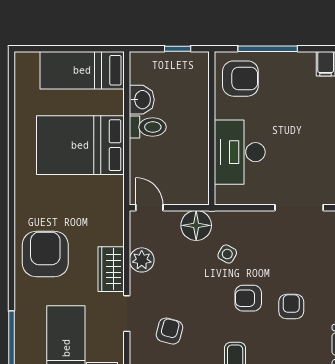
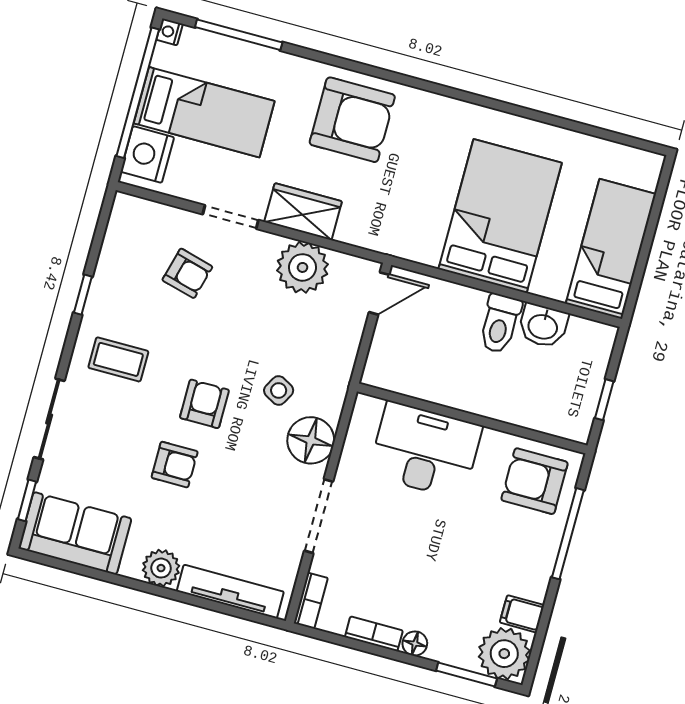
armchair: (240, 79) -> (535, 481), turned 90
floor lamp: (196, 225) -> (311, 440), moved
plant: (142, 260) -> (302, 267), width x1.36, depth x1.36

